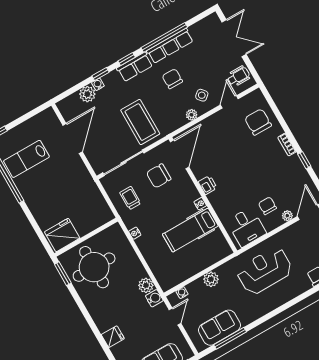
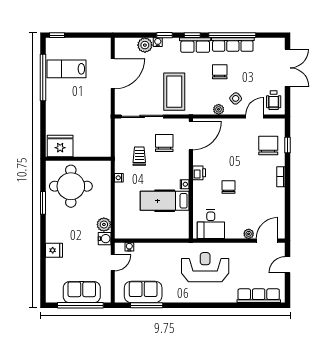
wheelchair: (239, 76) -> (274, 100), turned 90
window: (304, 160) -> (288, 145), moved
chair: (159, 176) -> (164, 143), turned 90
trolley: (130, 198) -> (139, 156), moved
chair: (267, 206) -> (229, 187), moved
window: (63, 274) -> (43, 203), moved
plant: (211, 279) -> (159, 249), removed

